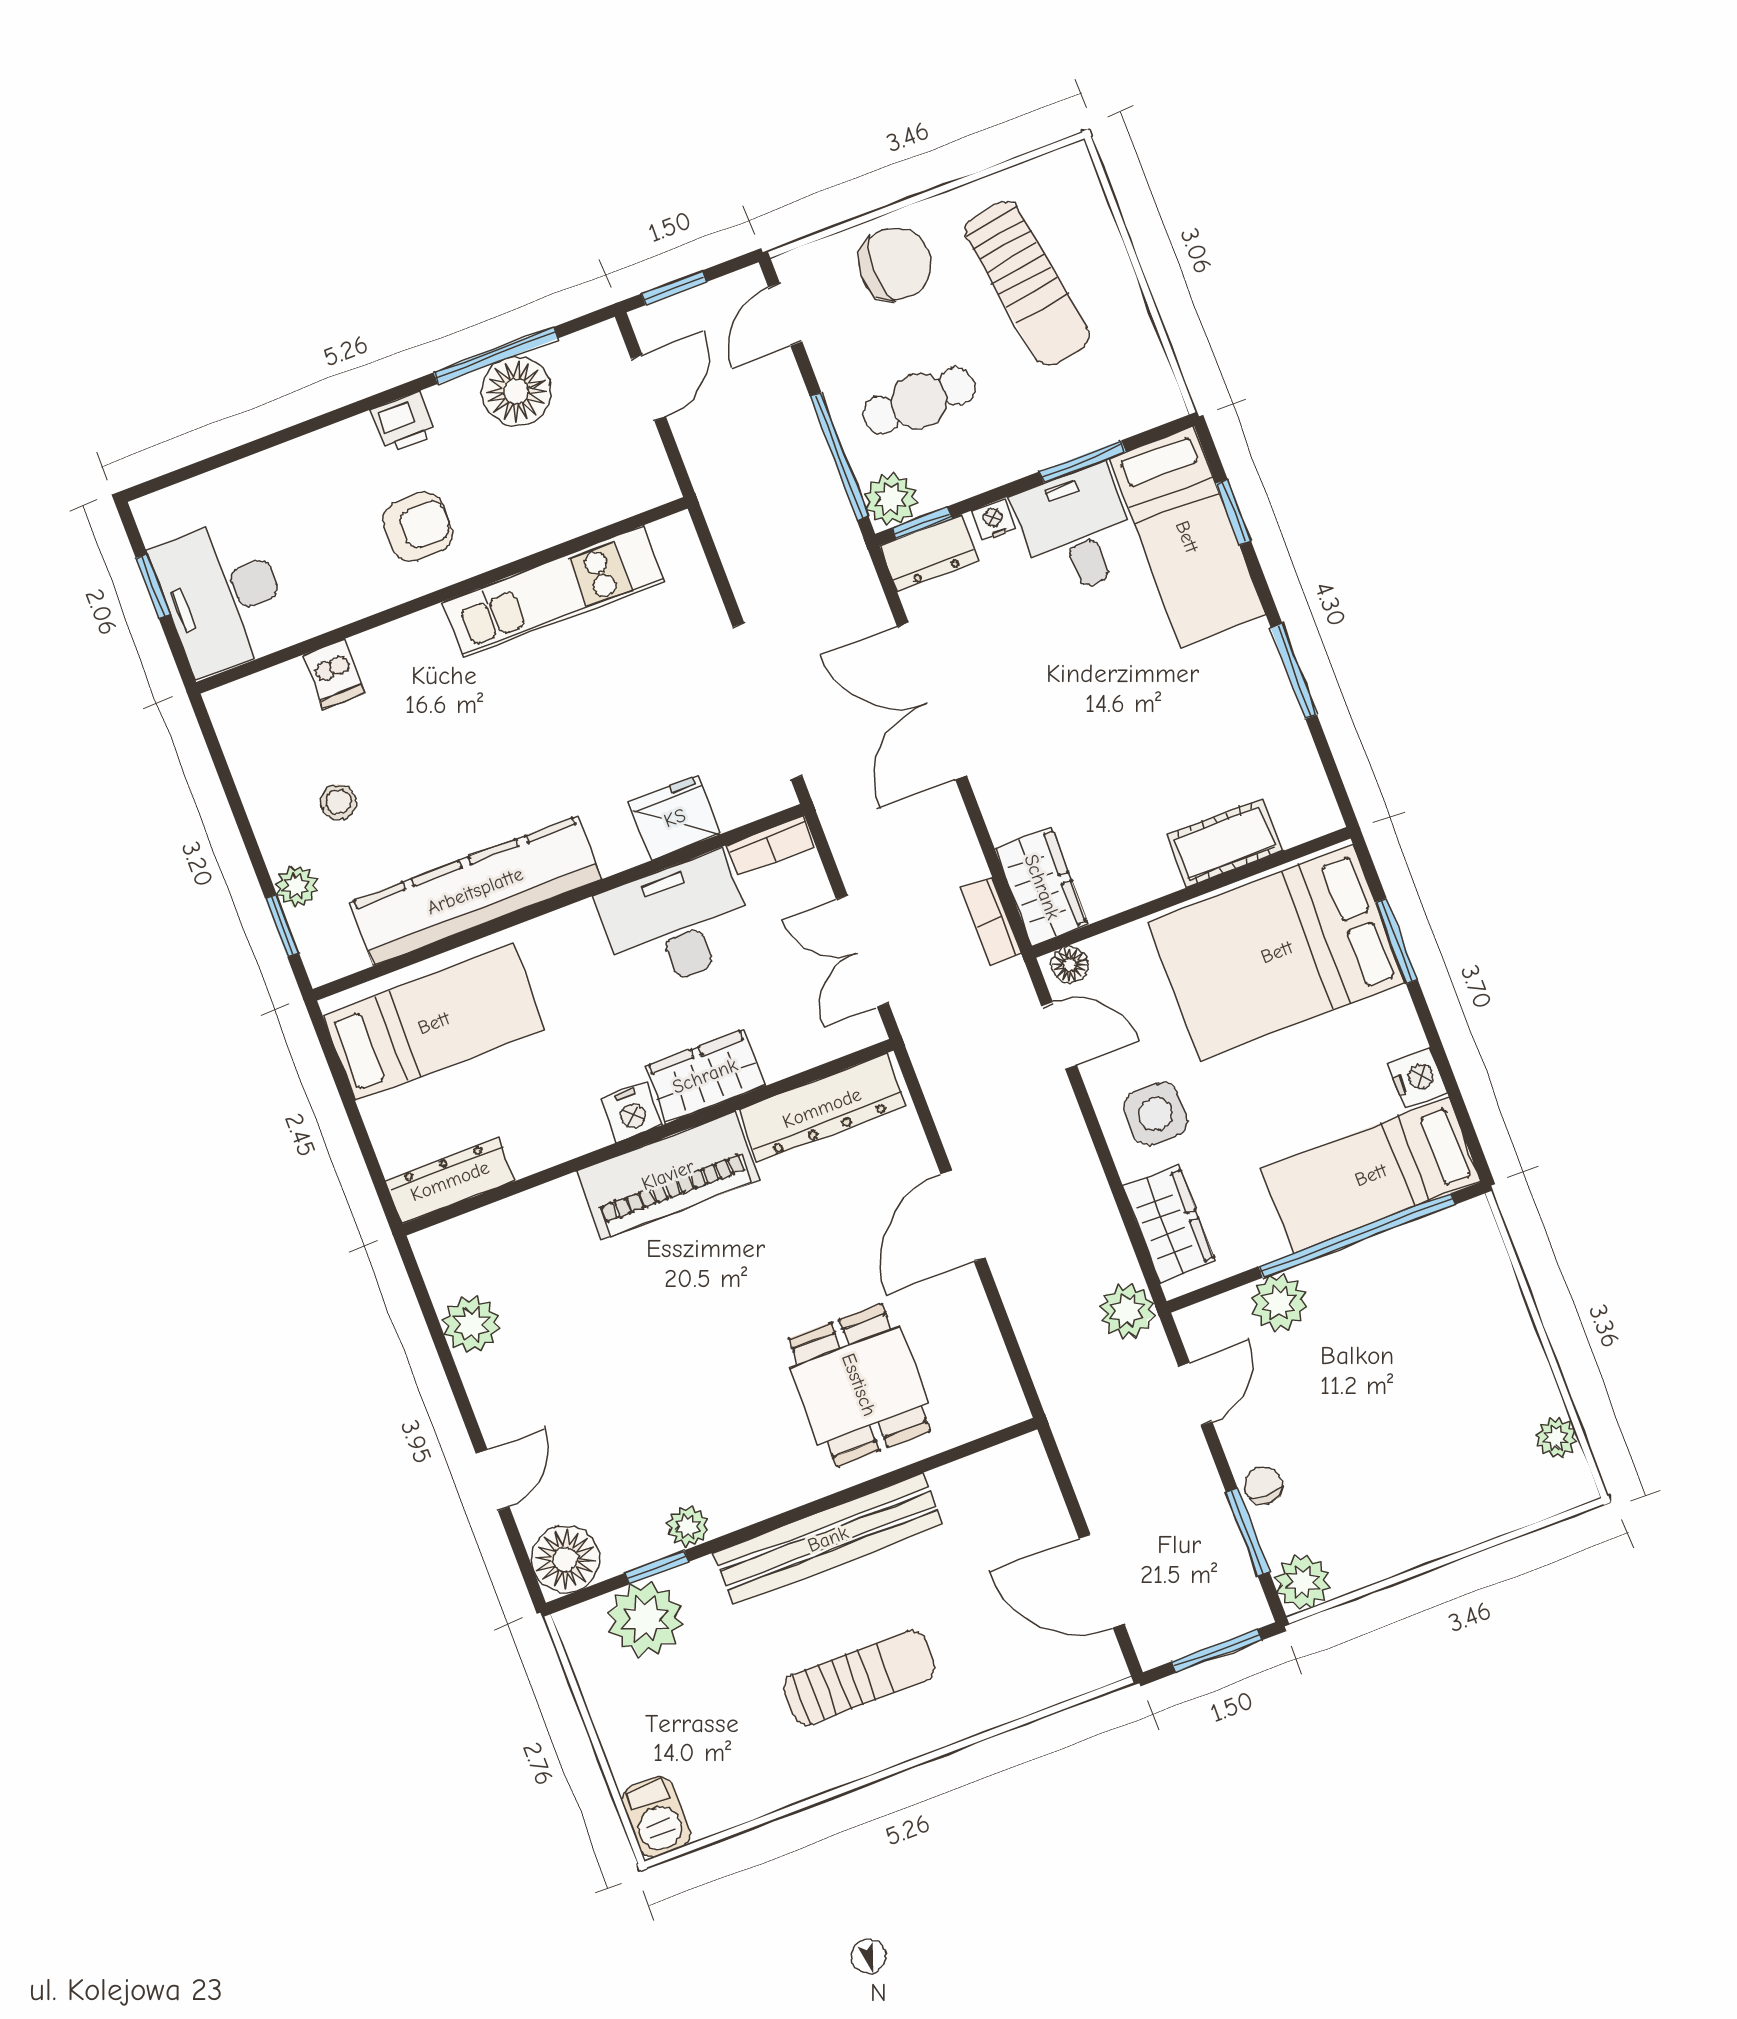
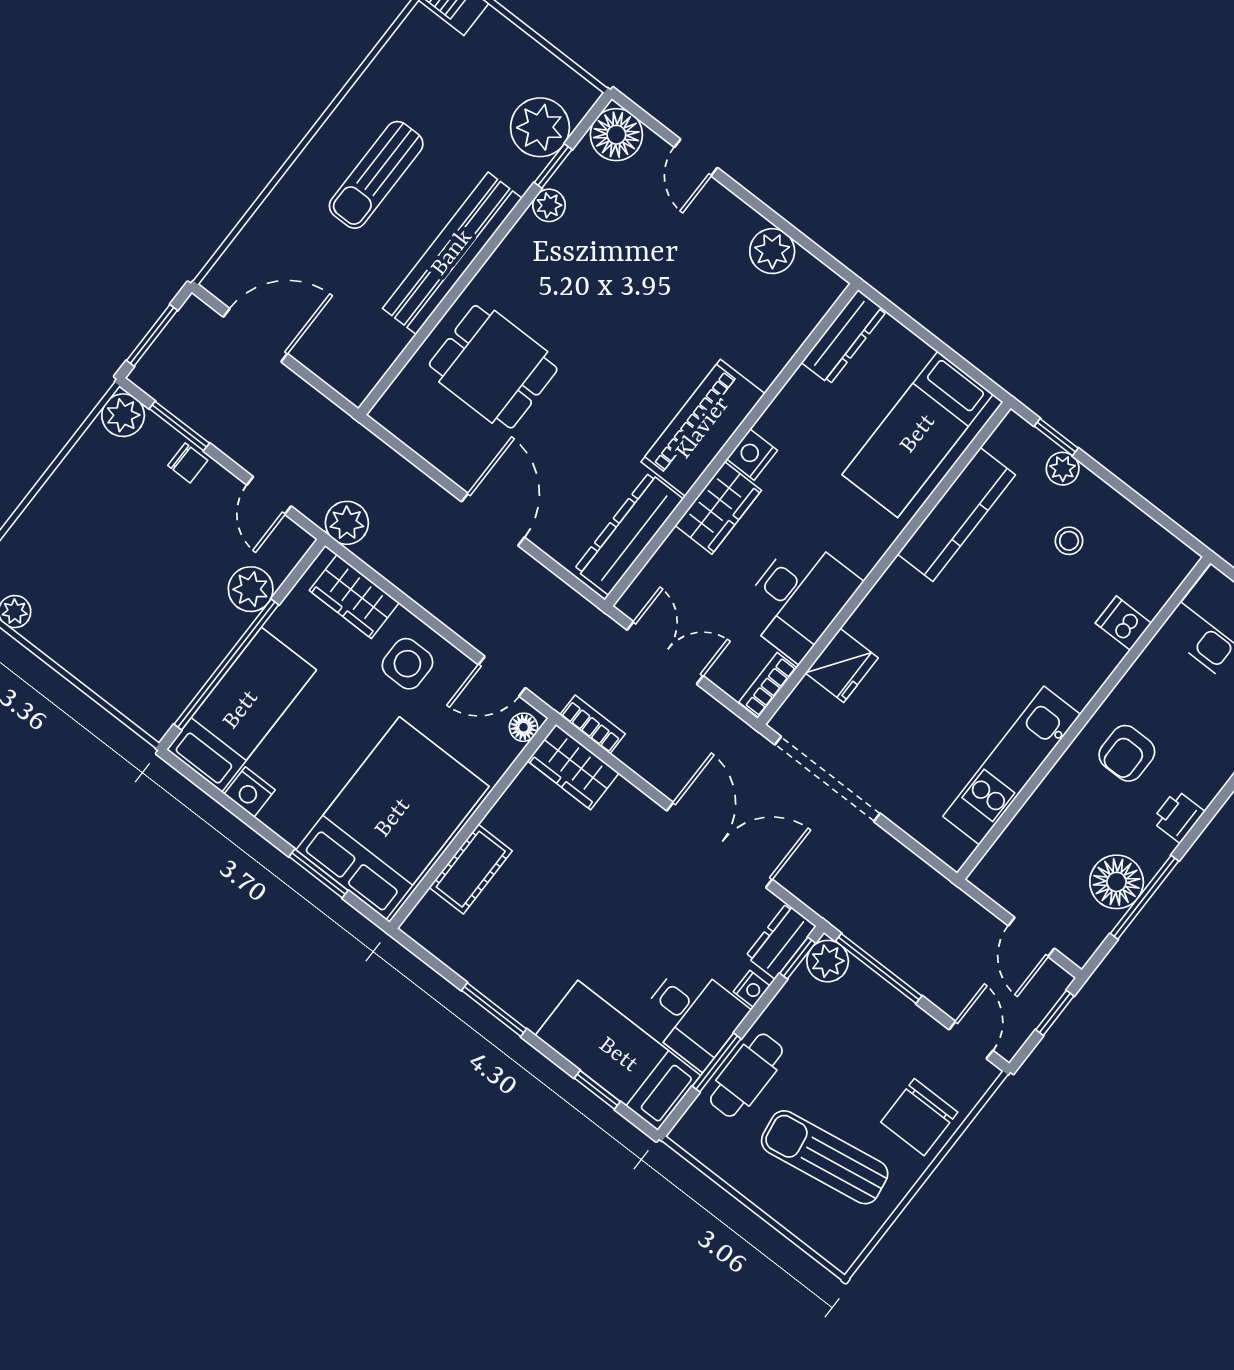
cafe table: (919, 401) -> (746, 1075), moved
kitchen counter: (475, 891) -> (956, 515), width x0.72, depth x0.86

